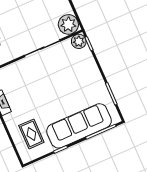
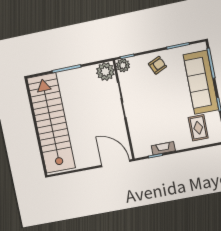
armchair: (87, 77) -> (157, 65), added
rug: (31, 134) -> (198, 128), turned 90

